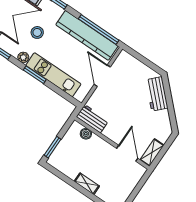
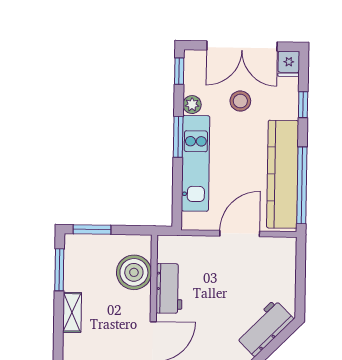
workbench: (93, 119) -> (169, 288), moved
boiler: (86, 134) -> (134, 272), width x1.86, depth x1.86
window: (62, 176) -> (59, 270), added

